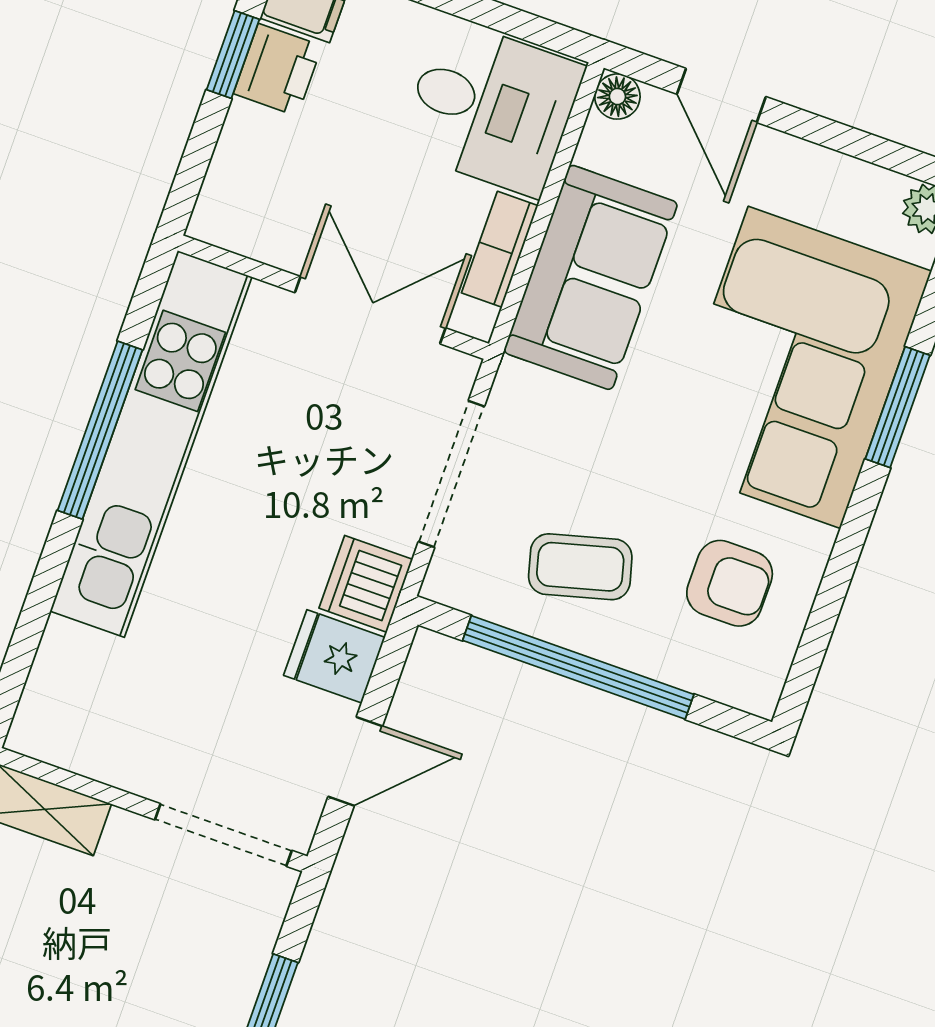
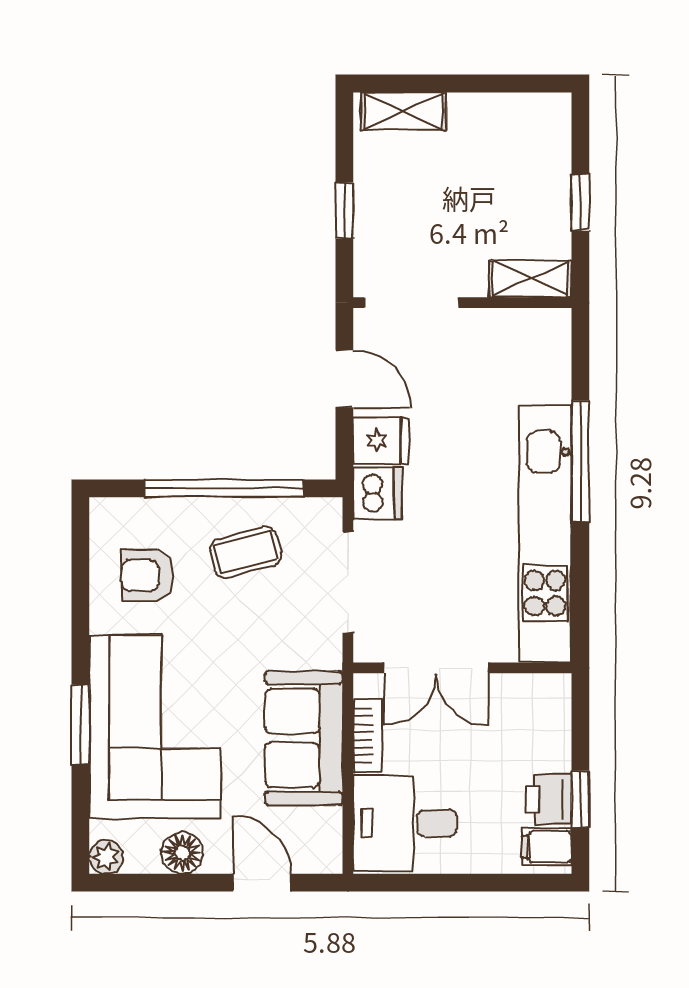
floor lamp: (617, 97) -> (182, 853), moved, width x1.37, depth x1.37
window: (100, 430) -> (580, 461), moved
door: (355, 761) -> (344, 379), swing flipped

